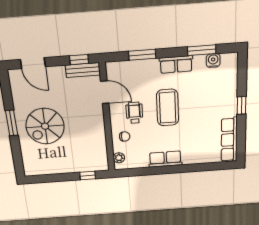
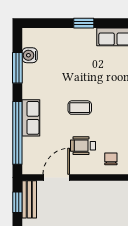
window: (142, 55) -> (17, 133), width x2.11
row of seats: (176, 64) -> (31, 118), moved
coffee table: (168, 108) -> (80, 108), width x0.54, depth x0.58

